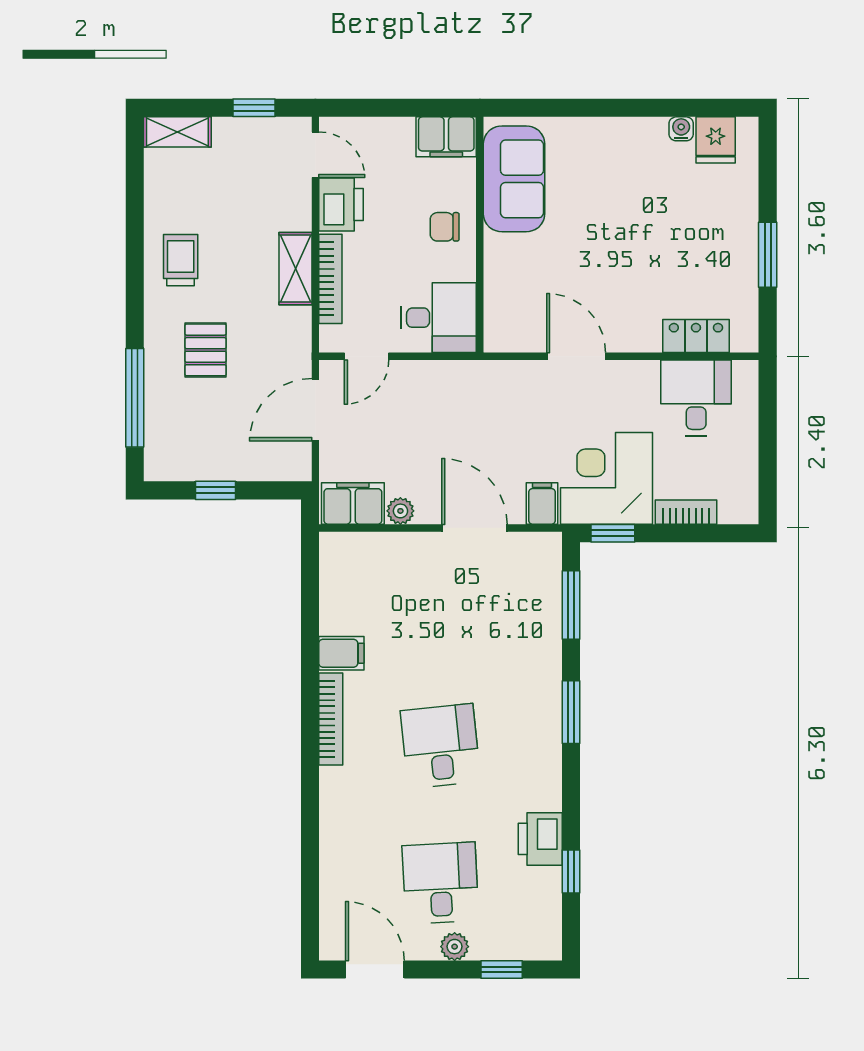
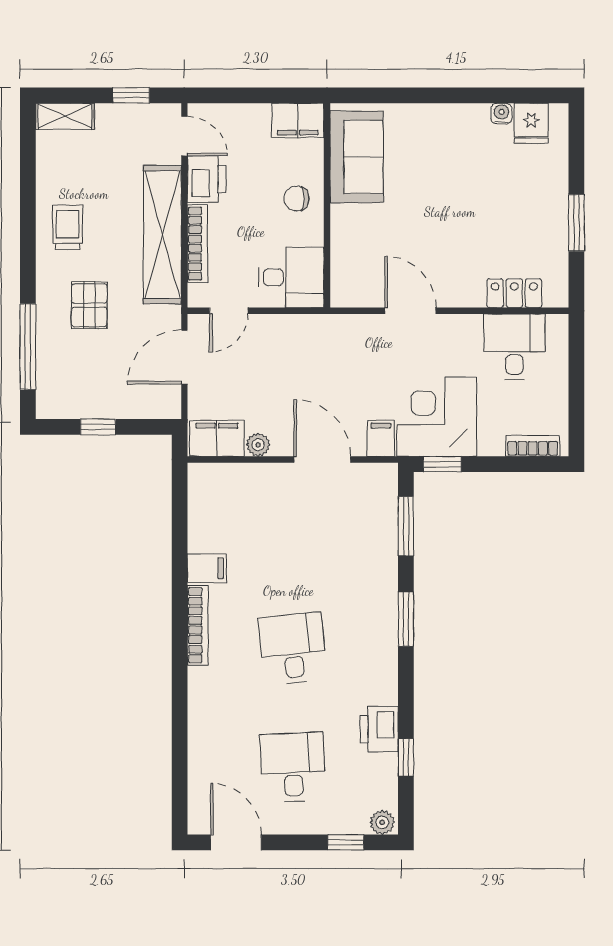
shelving: (295, 269) -> (162, 235), width x2.20, depth x1.33
bookcase: (686, 512) -> (533, 446), moved
plant: (455, 947) -> (382, 822), moved

